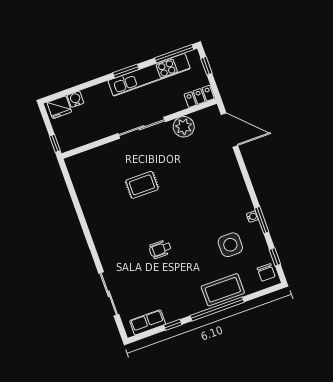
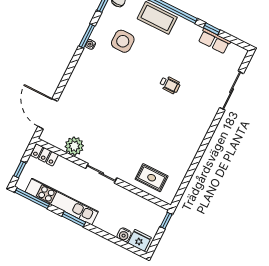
sliding door: (142, 128) -> (101, 173), width x0.73
rug: (142, 185) -> (152, 178), moved
row of seats: (148, 322) -> (214, 41), moved

